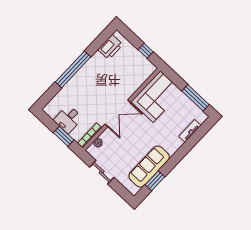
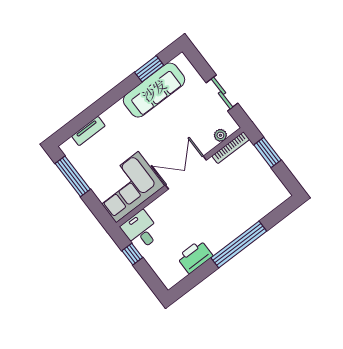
printer: (111, 47) -> (195, 257), moved
desk: (68, 119) -> (141, 230), moved, turned -90

